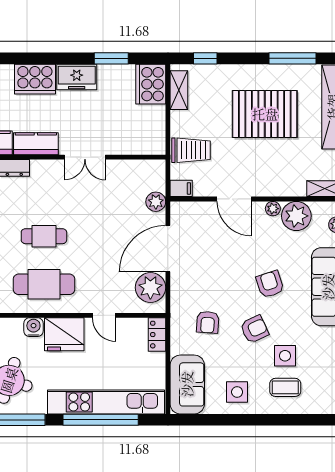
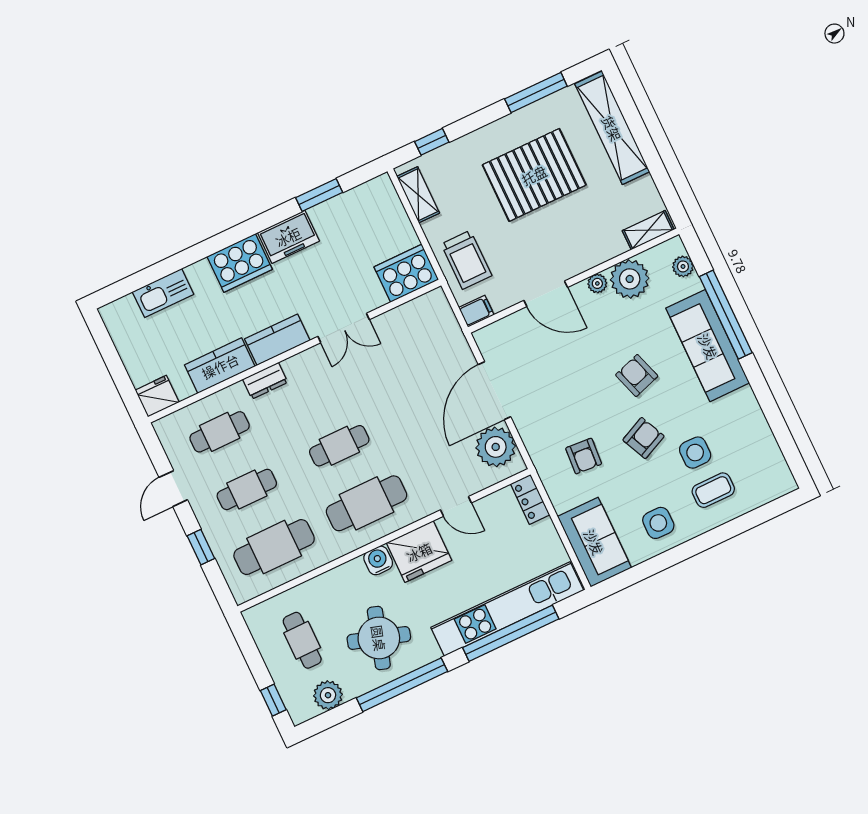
cooker: (151, 84) -> (406, 273), moved, turned 90
trolley: (191, 150) -> (466, 260), turned 90
plant: (156, 202) -> (454, 341), removed

